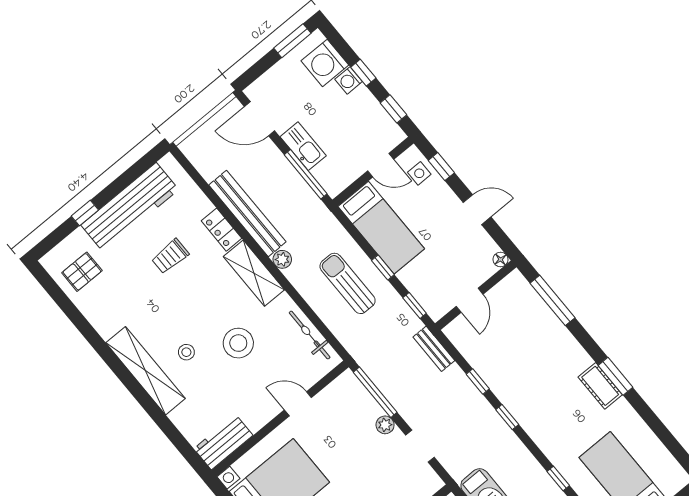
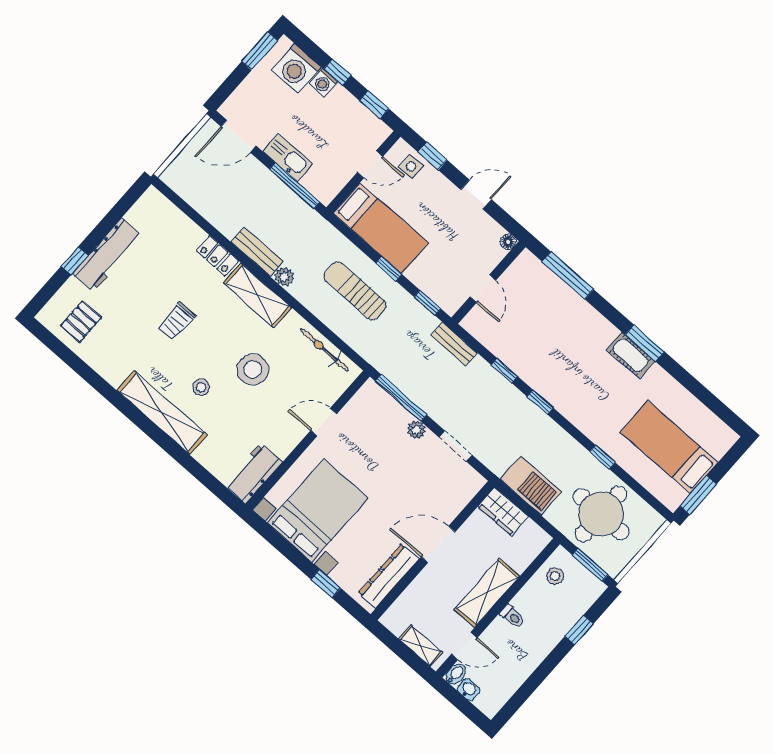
workbench: (130, 207) -> (107, 255), width x0.73, depth x0.76
bench: (247, 213) -> (257, 252), width x0.54, depth x0.82
trolley: (170, 256) -> (177, 321), moved

